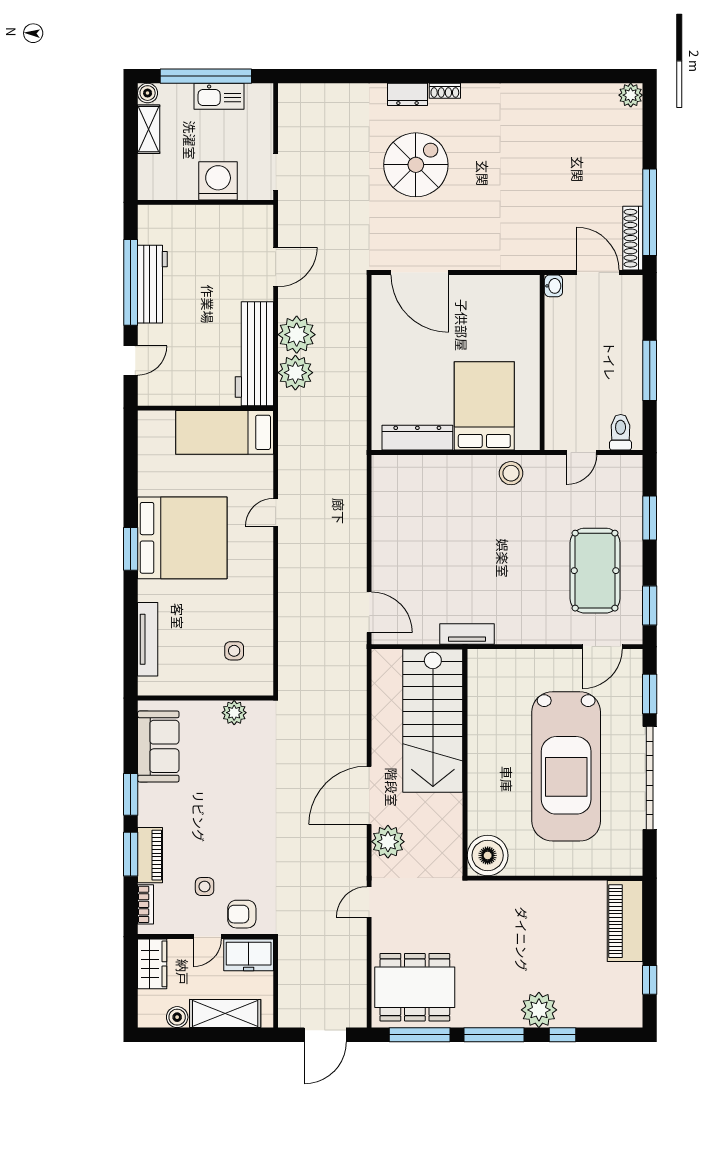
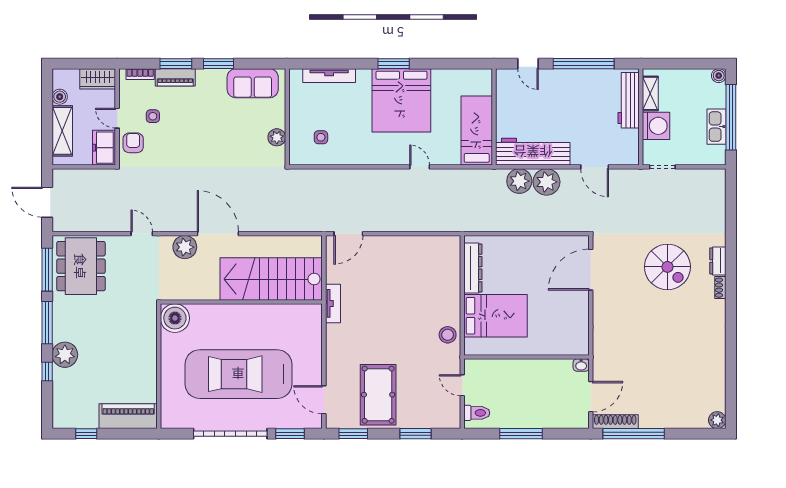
shelving: (149, 129) -> (650, 93), moved, turned 90
workbench: (152, 284) -> (629, 100), moved, turned 90
pool table: (595, 571) -> (378, 395), turned 90

